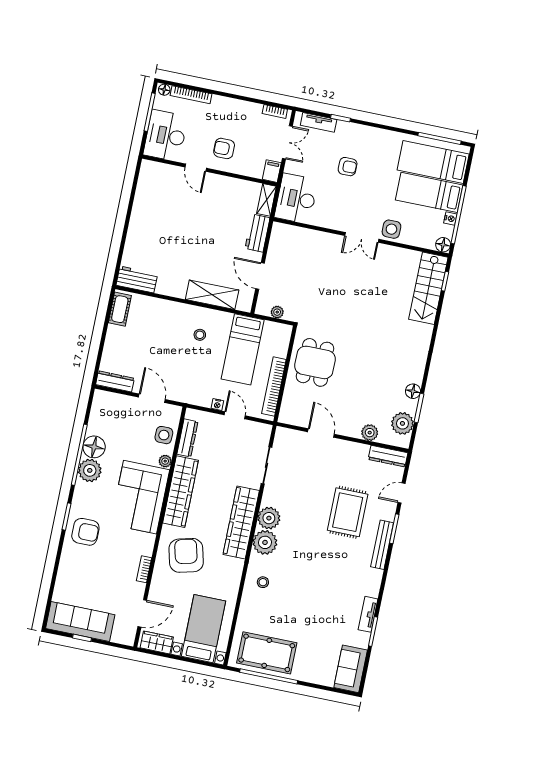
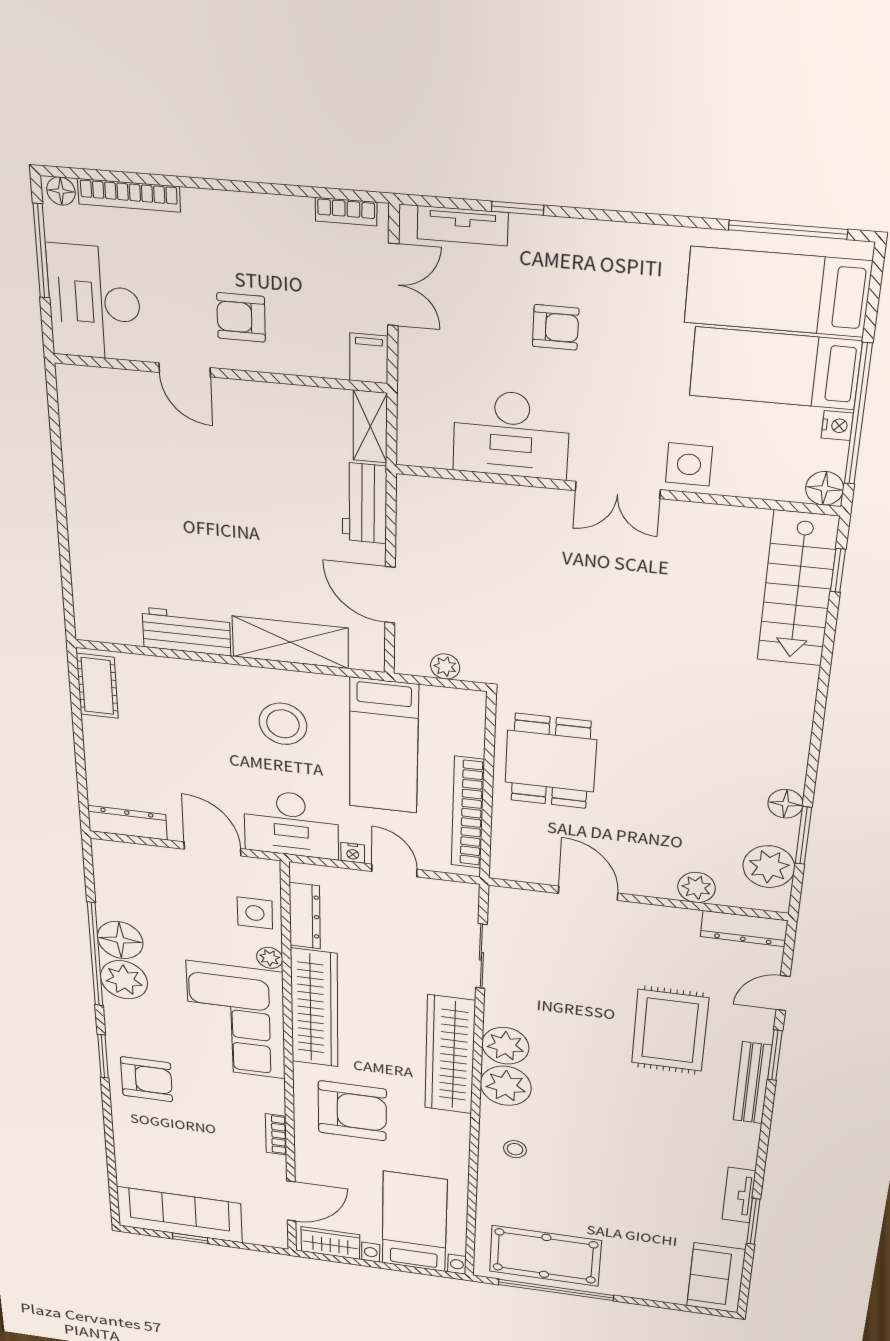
desk: (296, 199) -> (511, 434), moved, turned -90
workbench: (137, 279) -> (186, 632), moved
stool: (200, 335) -> (283, 724), width x1.89, depth x1.89
desk: (192, 387) -> (291, 824), added
armchair: (186, 555) -> (352, 1111), turned 104

